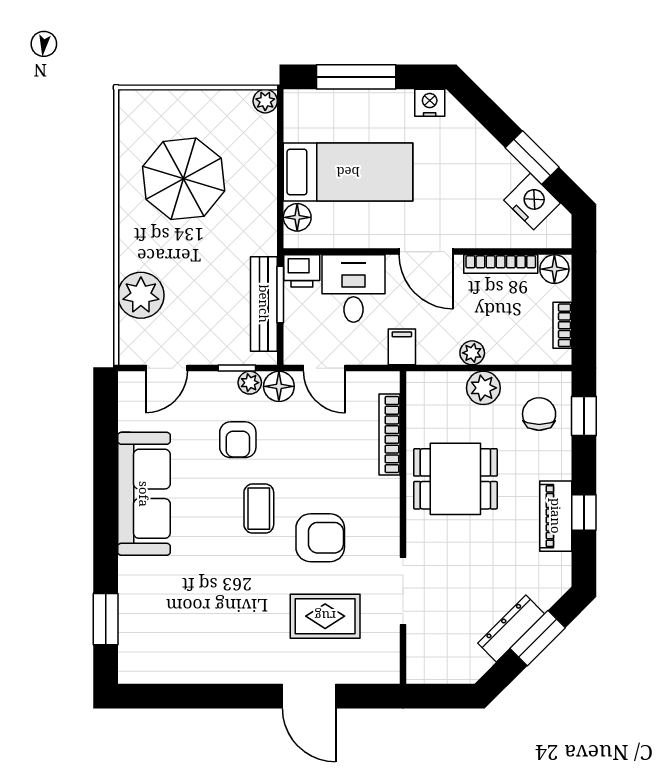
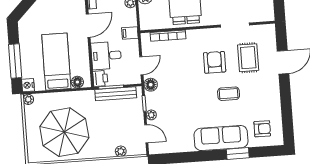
nightstand: (430, 103) -> (28, 85), moved
parasol: (184, 179) -> (64, 132), width x1.36, depth x1.36
plant: (141, 295) -> (121, 151), width x0.53, depth x0.53
plant: (250, 383) -> (151, 115), moved
armchair: (238, 440) -> (262, 129), moved
sofa: (144, 494) -> (221, 138), moved
coffee table: (259, 509) -> (229, 94), moved
window: (106, 619) -> (238, 153), moved

